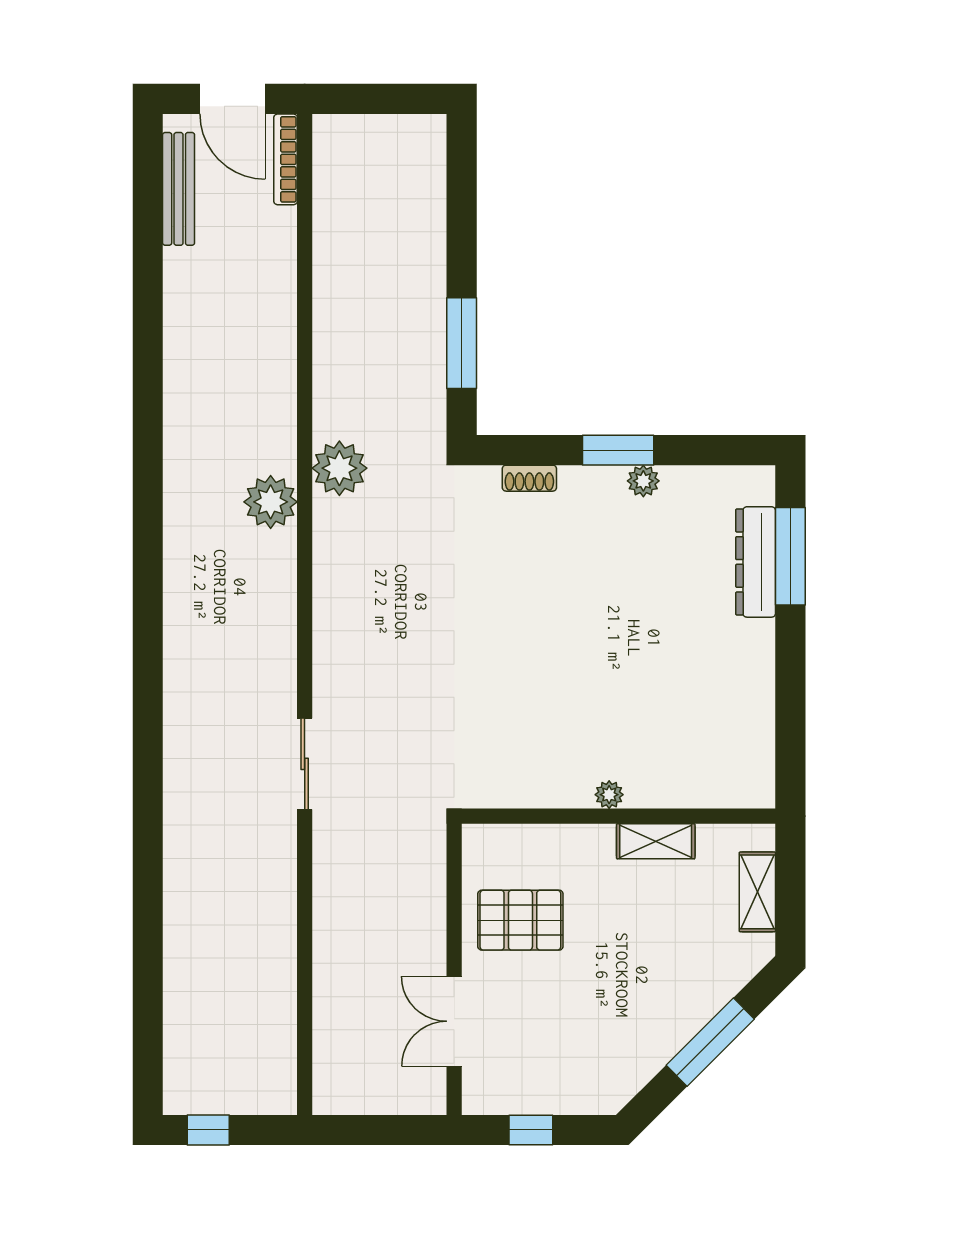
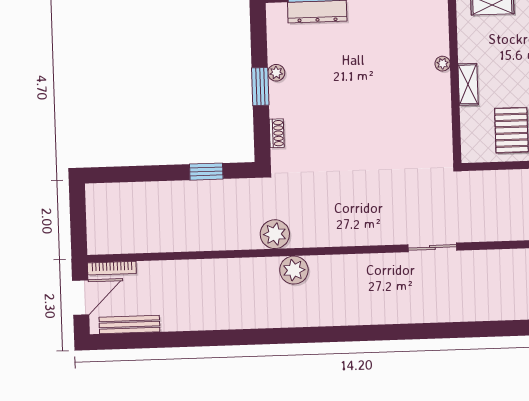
window: (462, 343) -> (206, 172), width x0.69
plant: (609, 795) -> (443, 64), moved
shelving: (656, 841) -> (468, 84), moved

